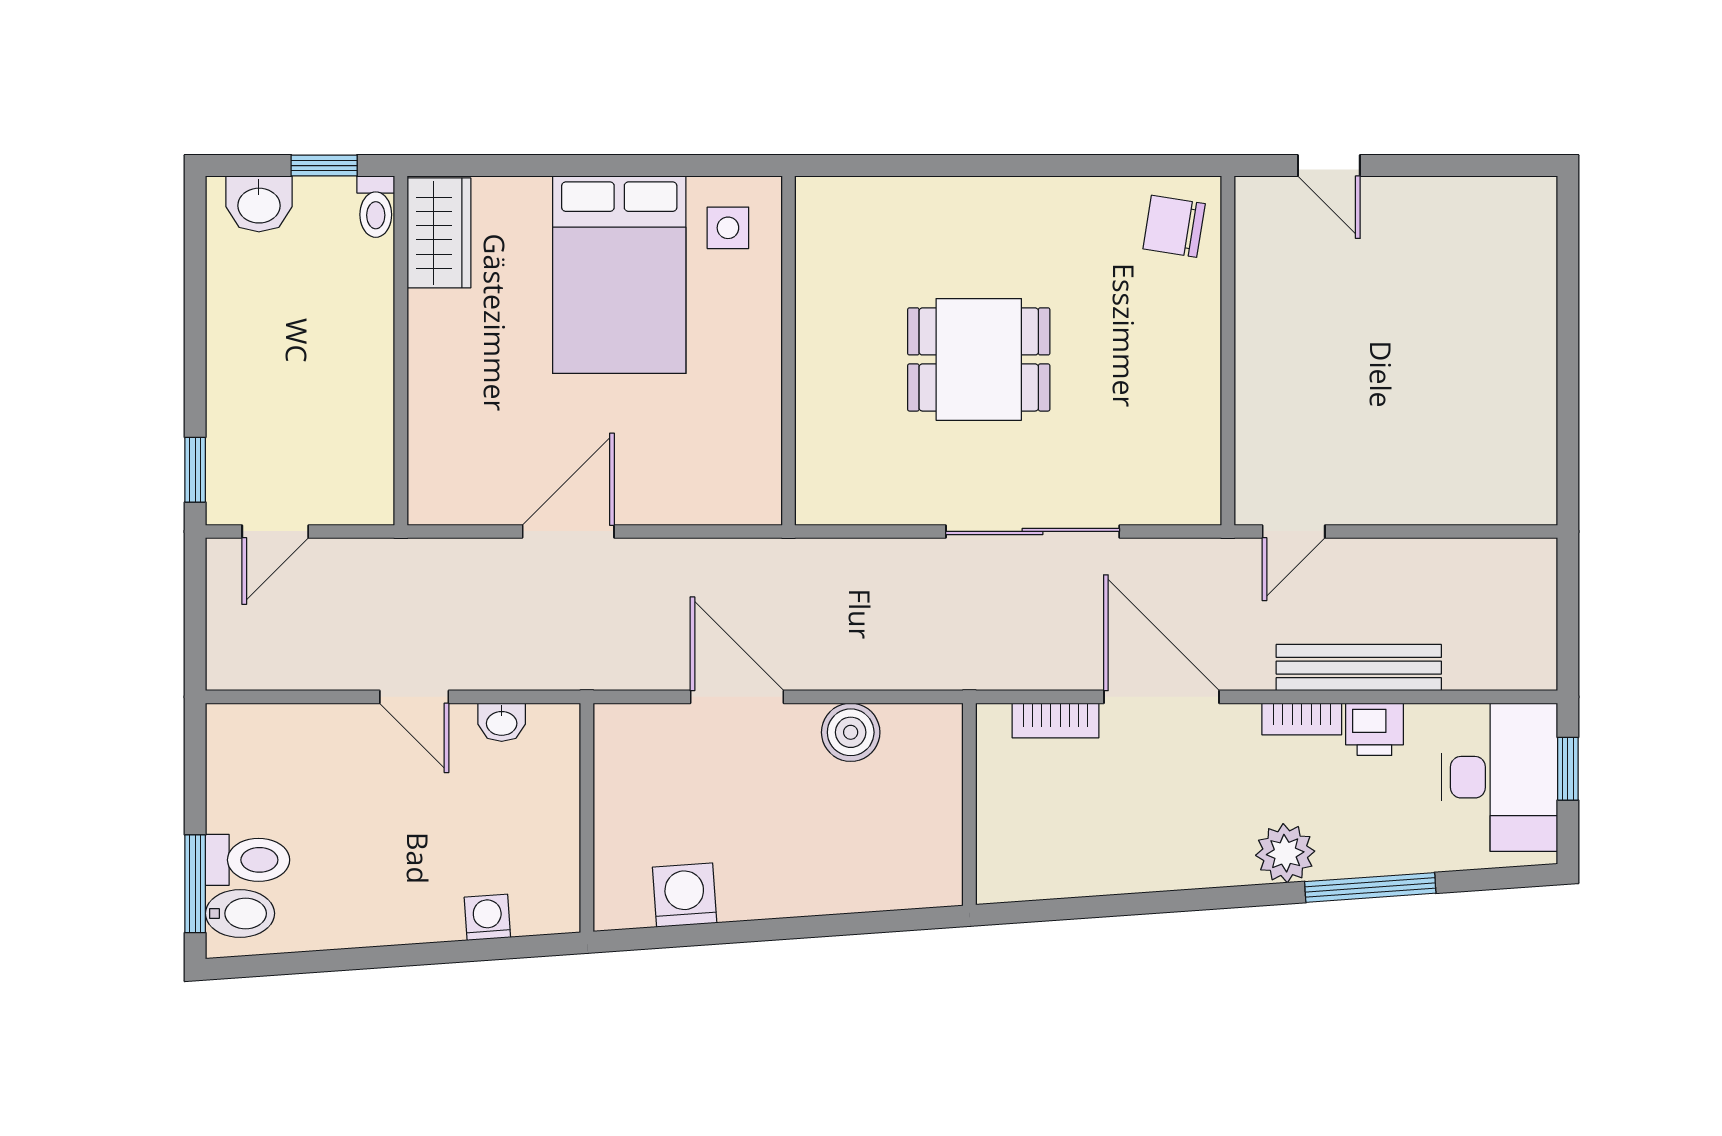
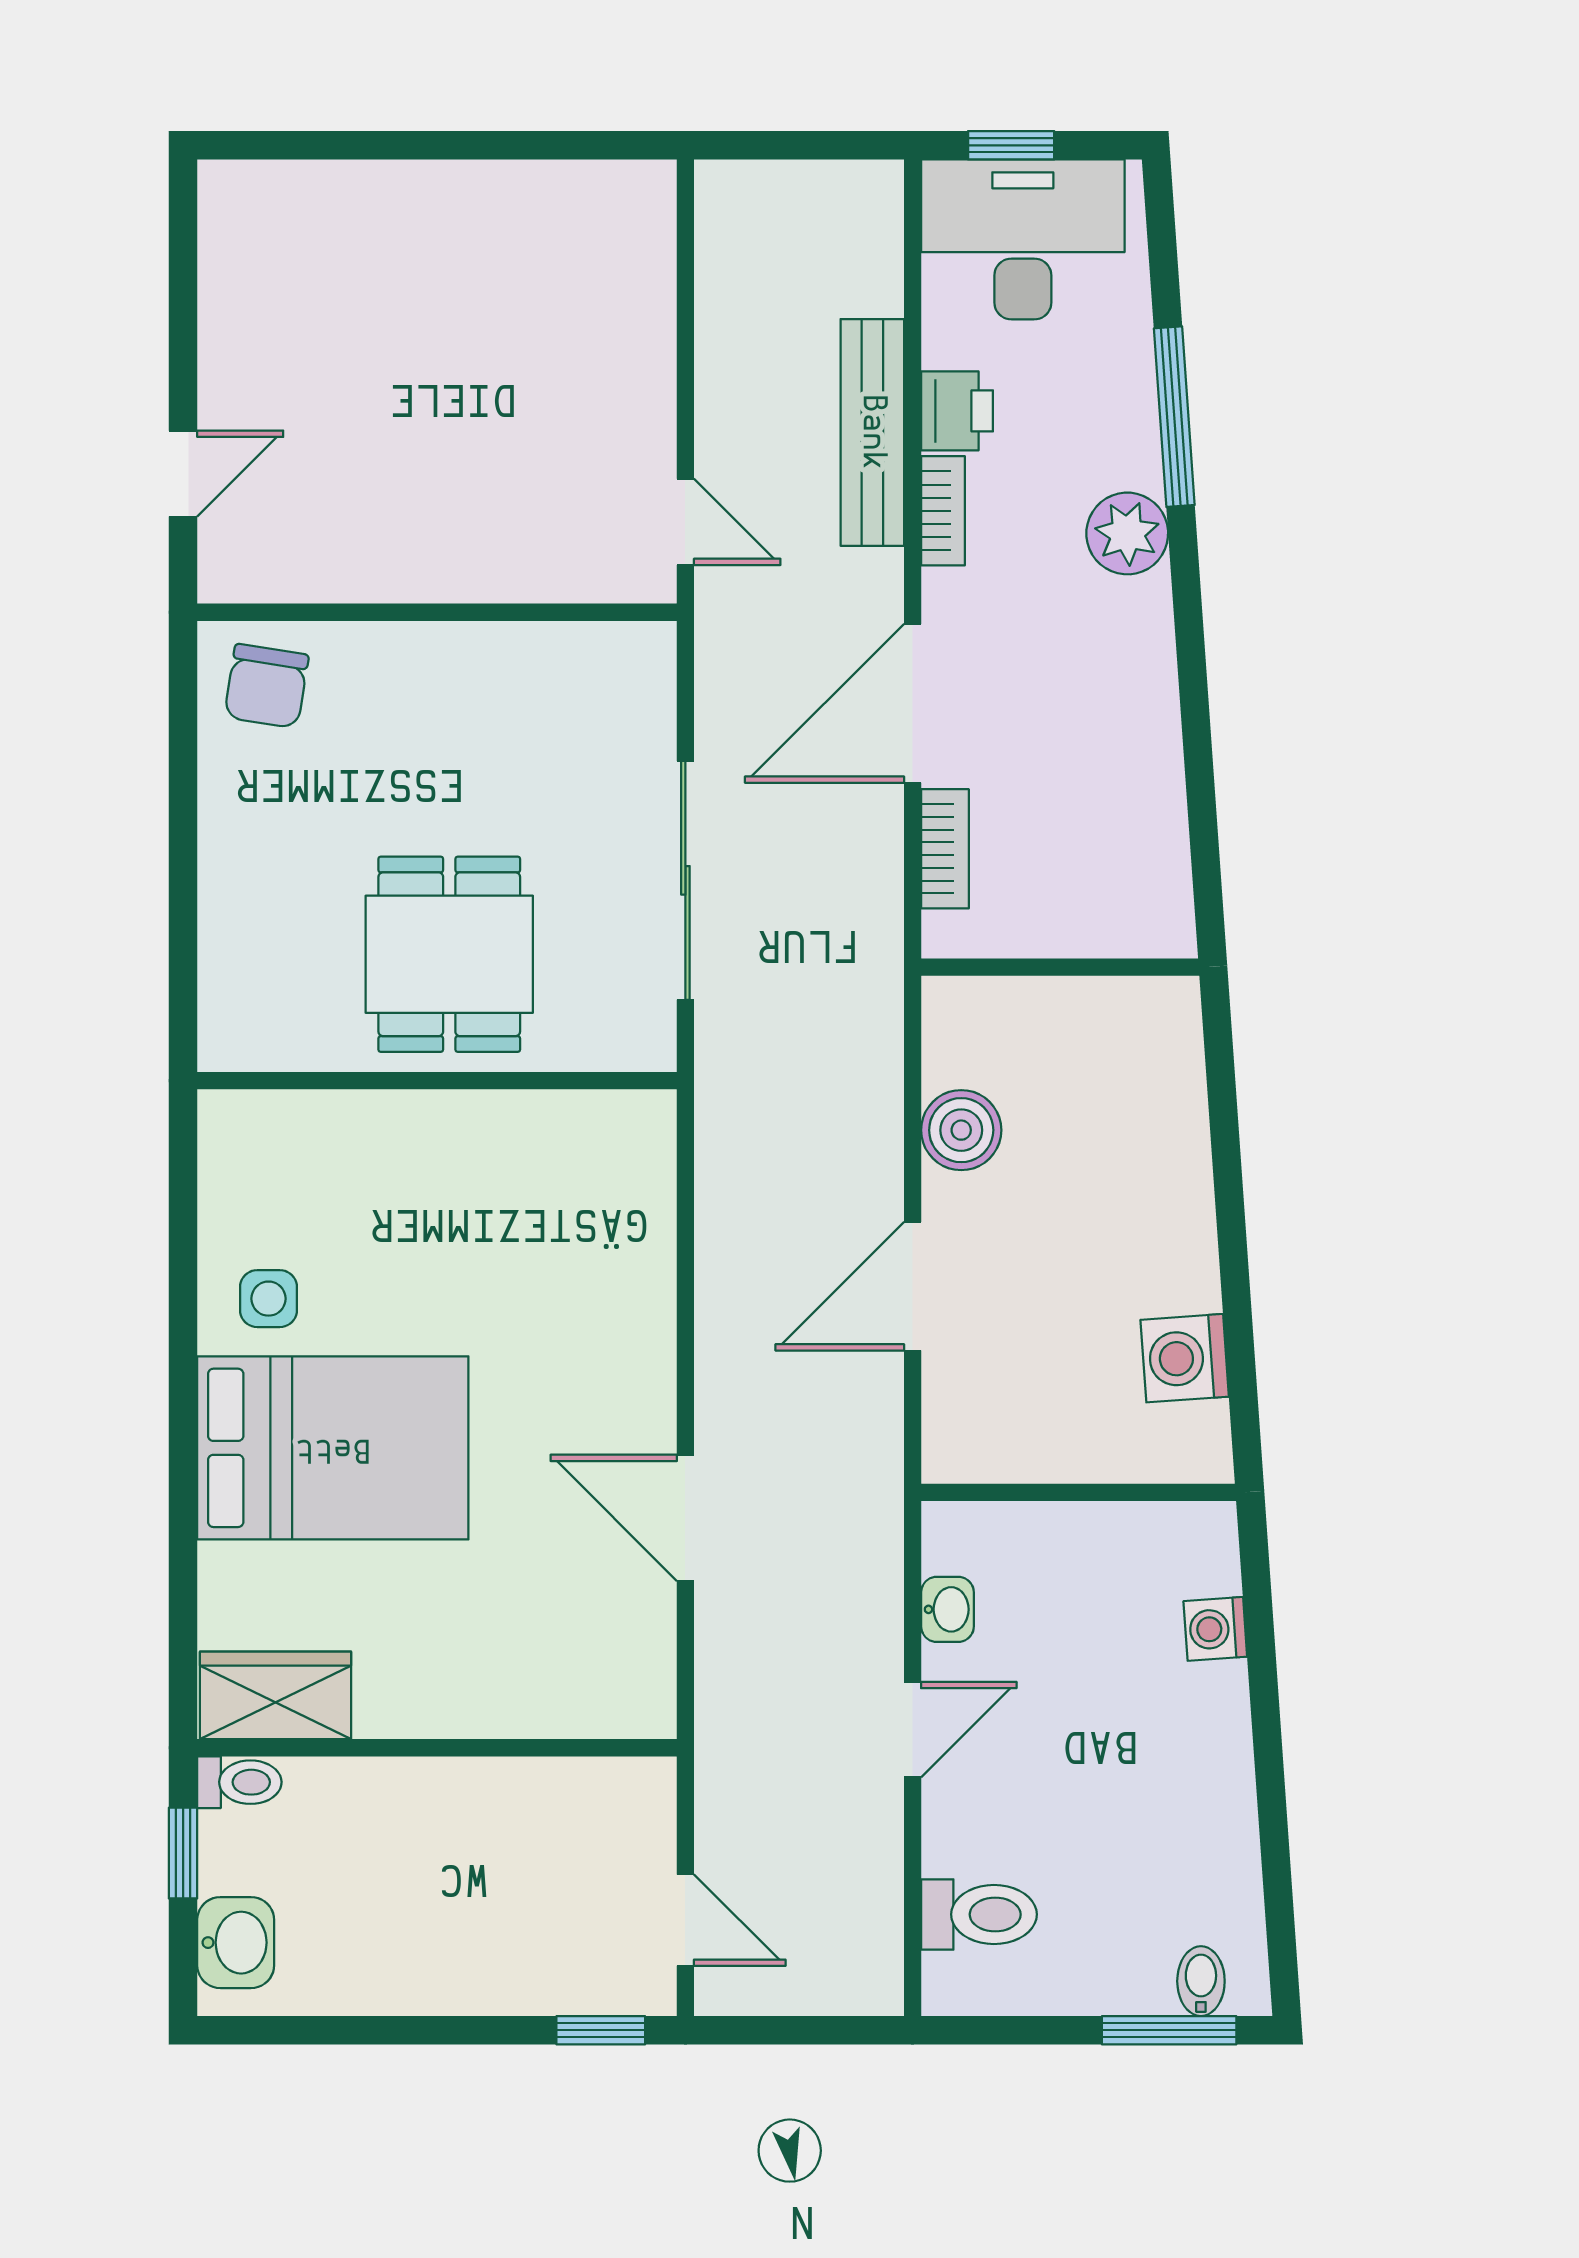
wall: (788, 351) -> (437, 1081), moved
toilet: (248, 860) -> (979, 1914), moved, turned 90
bidet: (240, 913) -> (1201, 1981), width x0.72, depth x0.74

